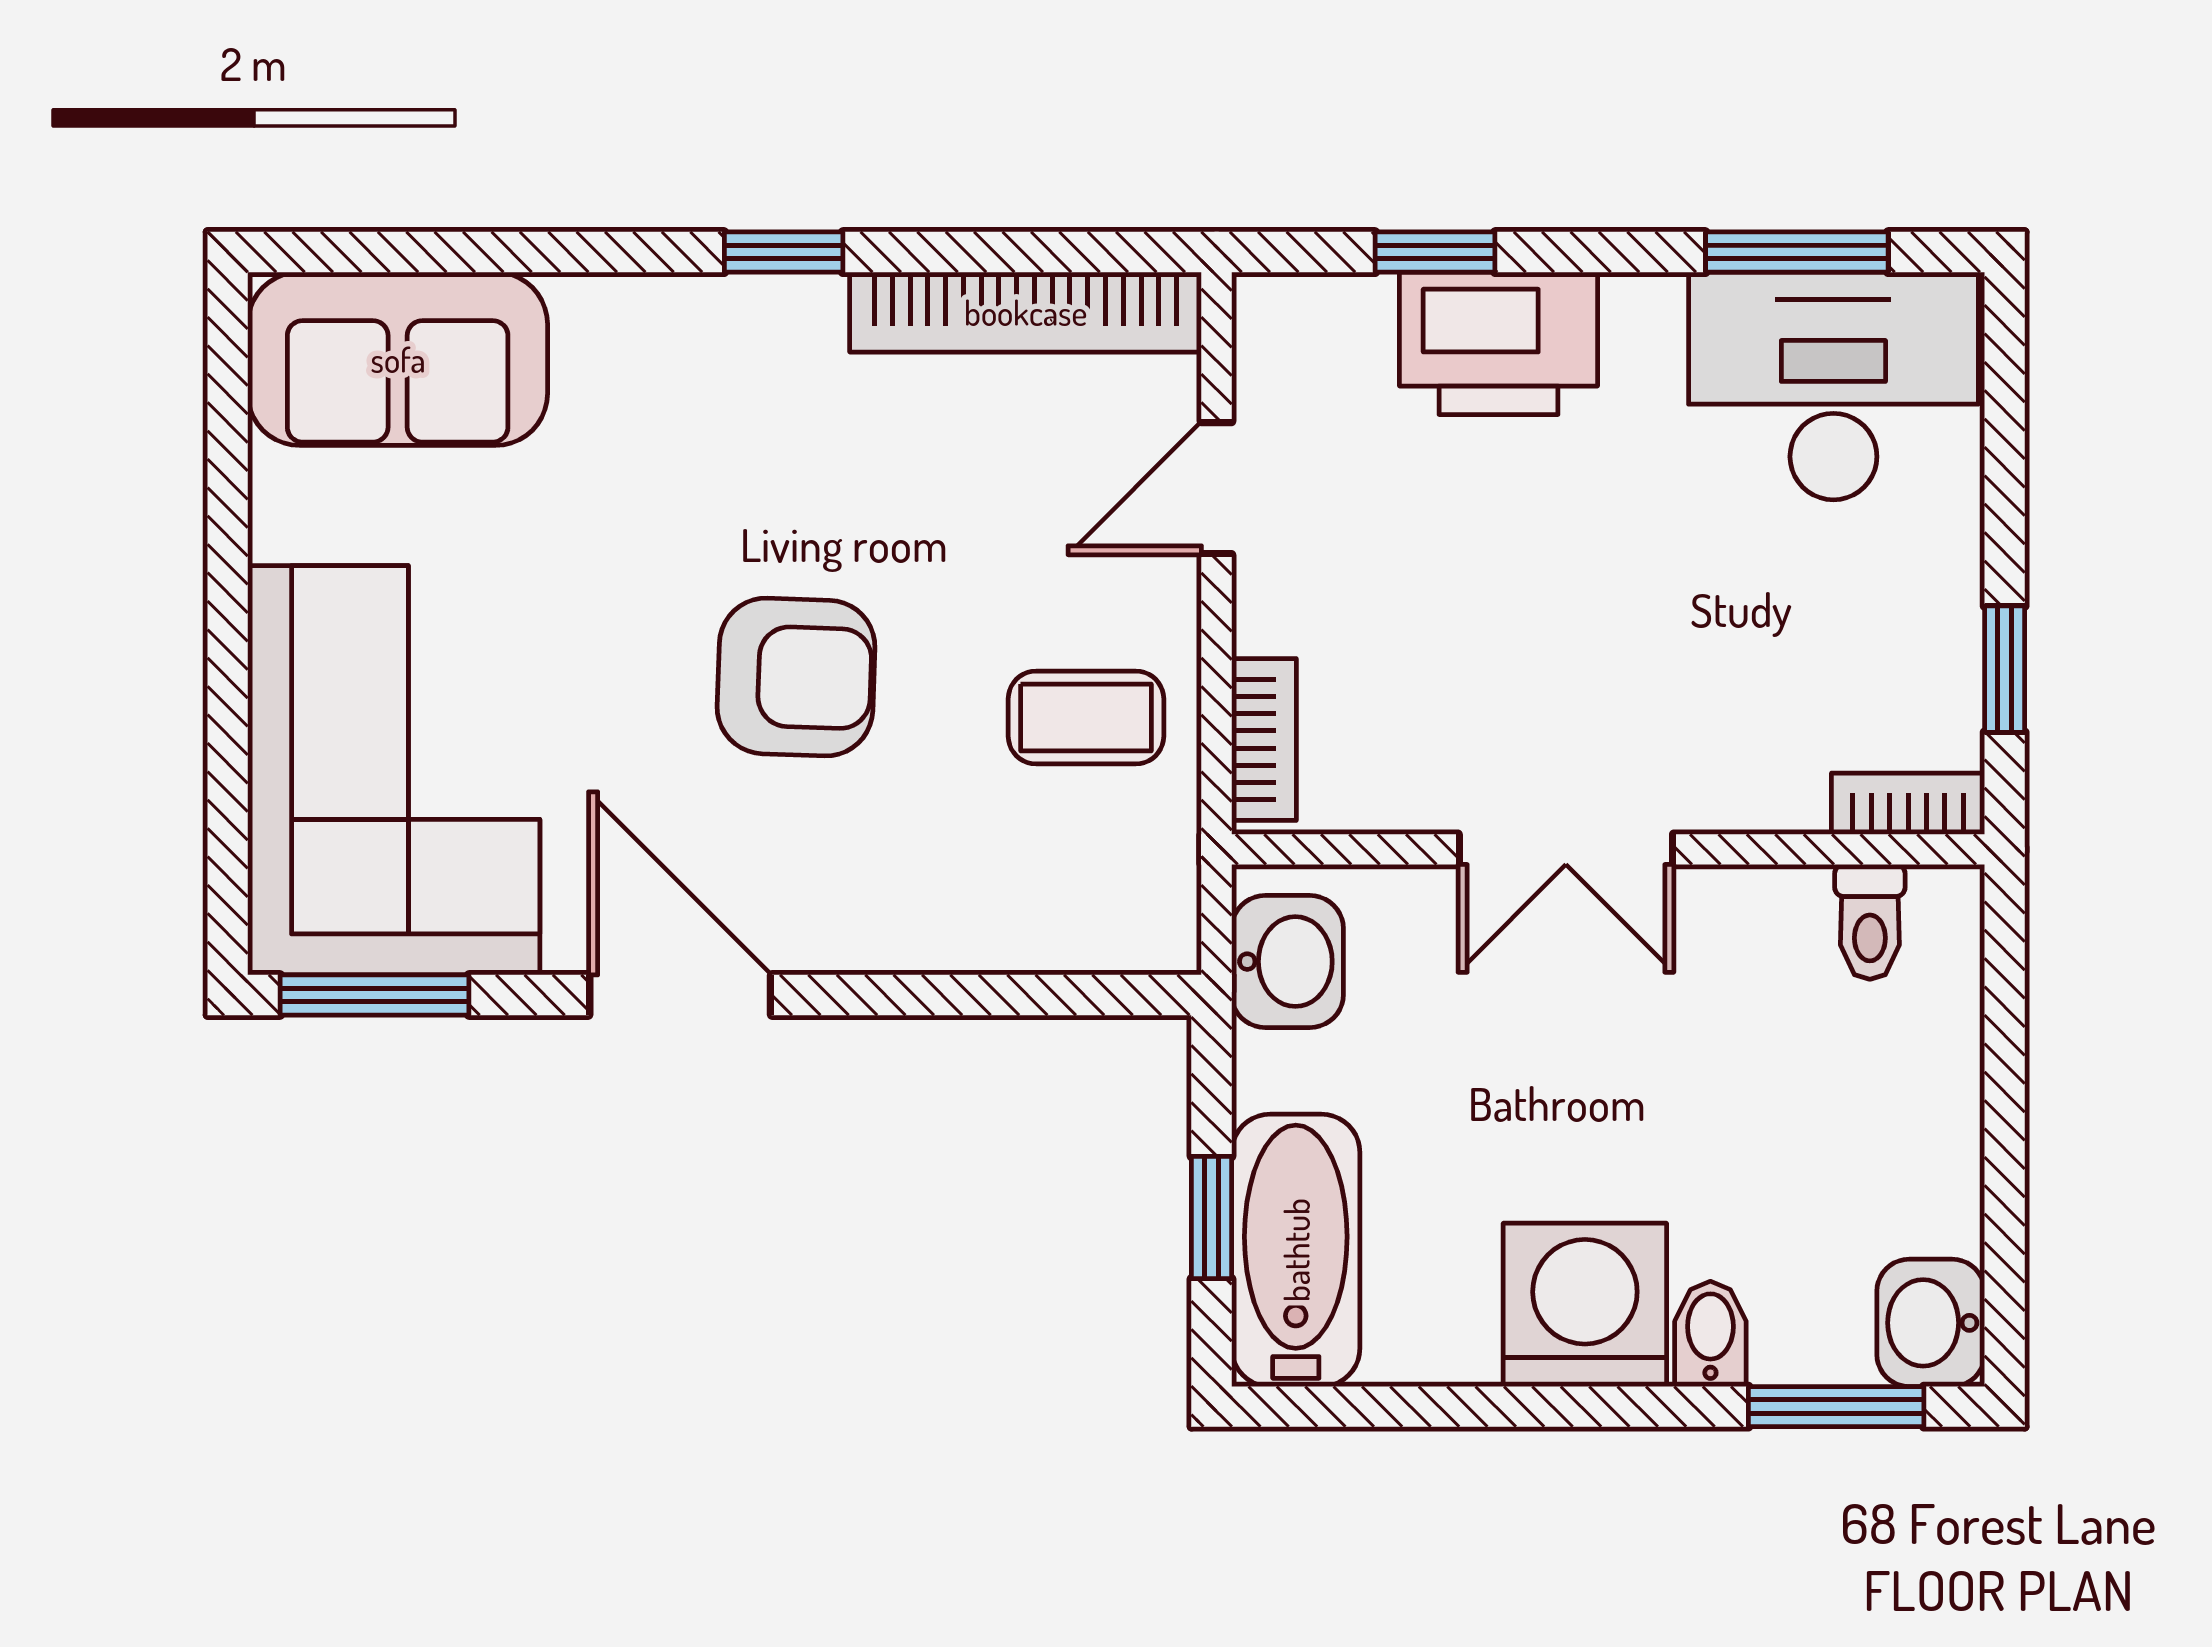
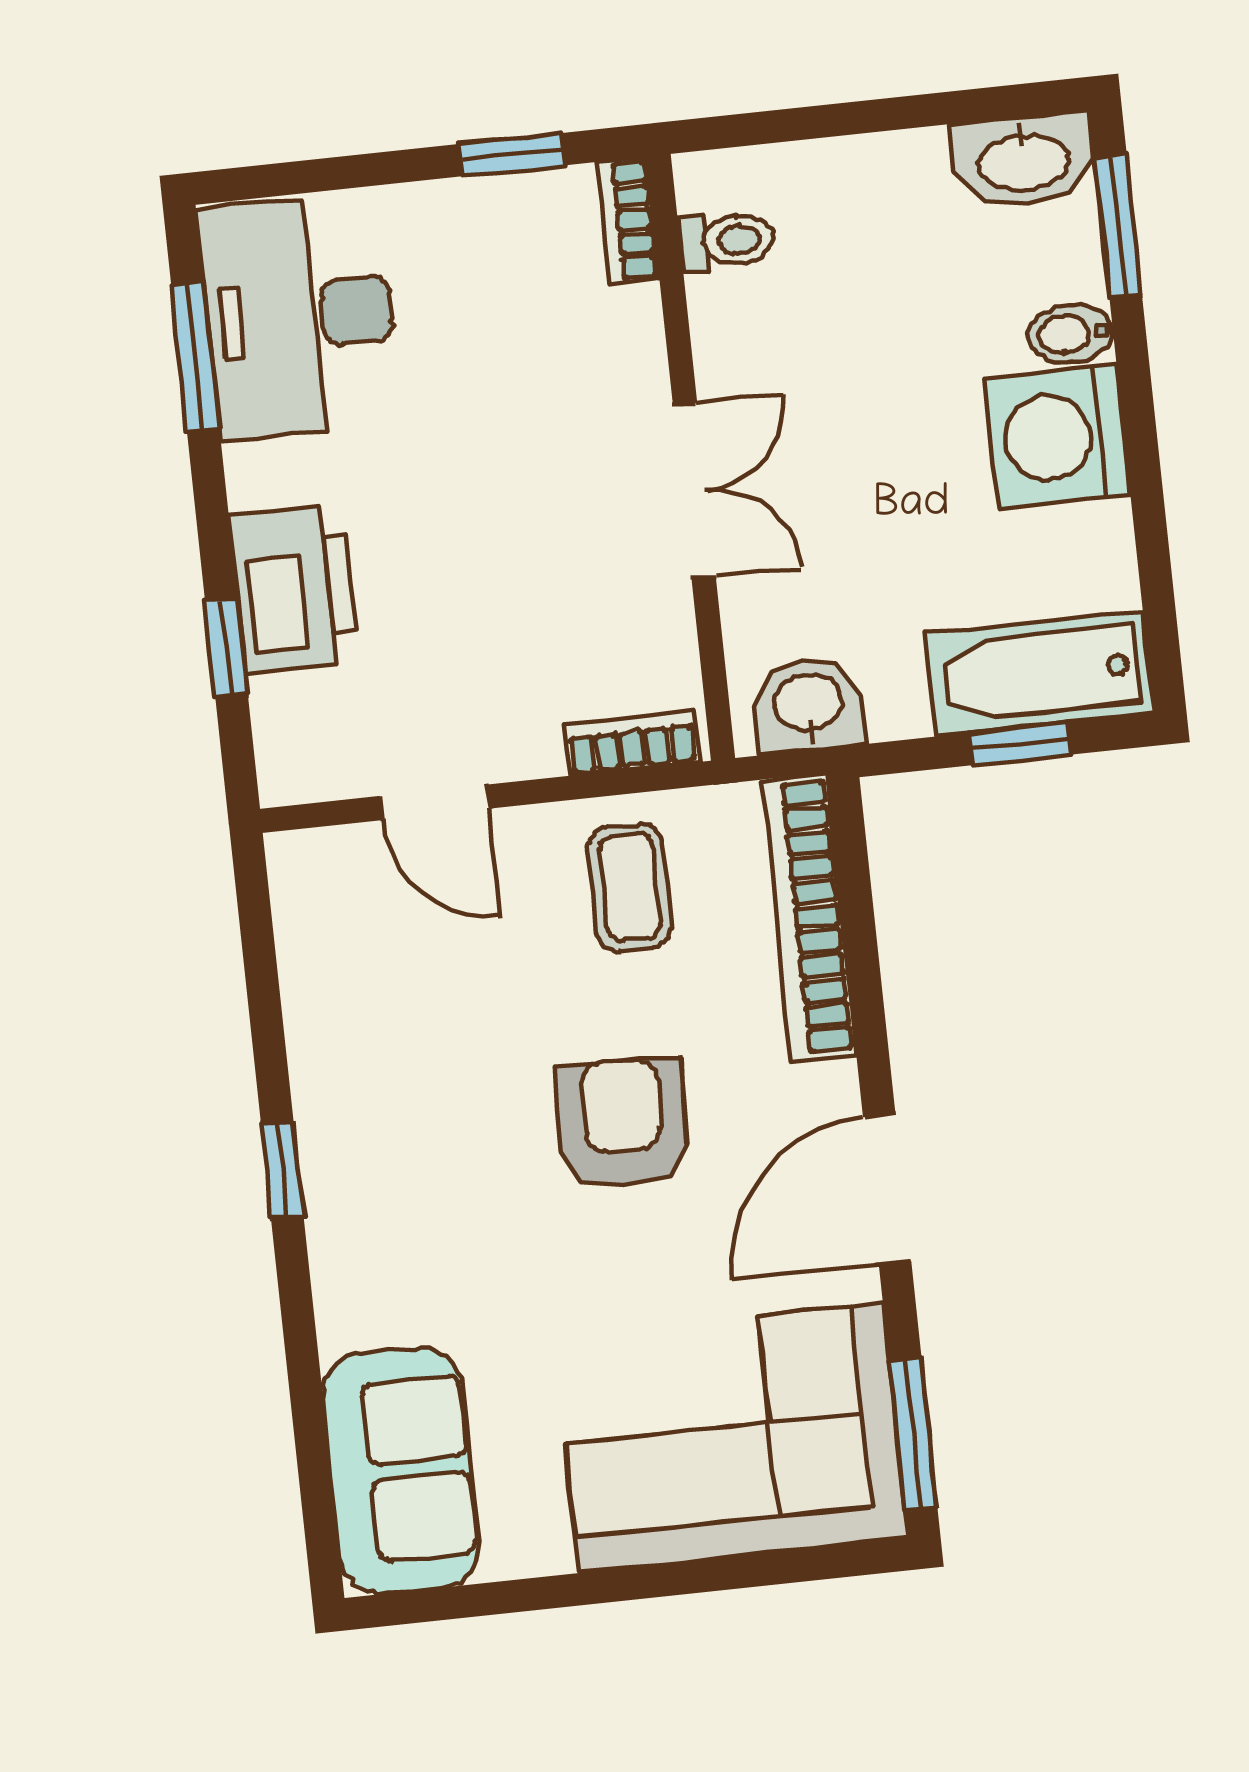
bookcase: (1026, 312) -> (809, 917), moved, turned 180
washbasin: (1931, 1323) -> (1023, 160), width x1.38

